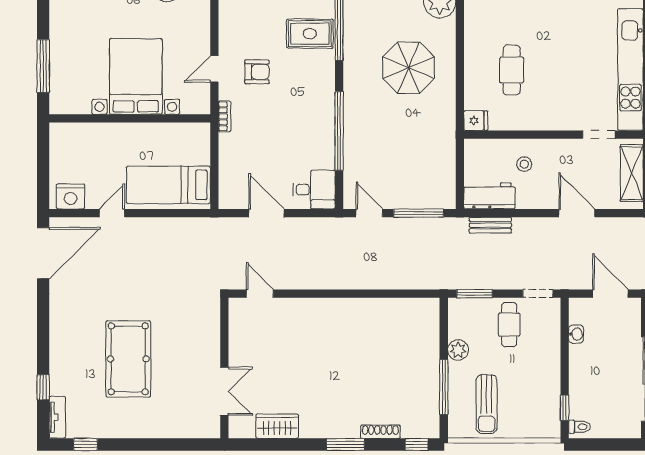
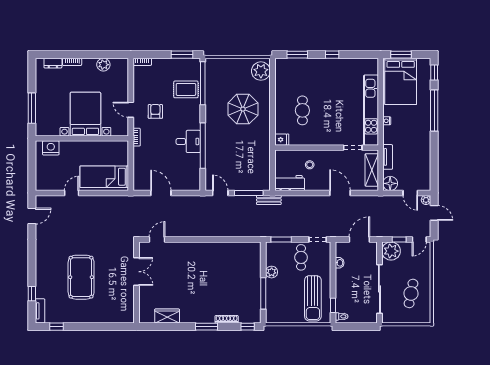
door: (214, 69) -> (131, 110), hinge flipped
armchair: (257, 72) -> (155, 111), turned -90
desk: (314, 190) -> (188, 141), moved
nightstand: (71, 196) -> (51, 148), moved, turned 180
bench: (490, 225) -> (269, 200), moved
door: (43, 253) -> (32, 216), width x0.53
door: (260, 294) -> (157, 239), hinge flipped
door: (610, 294) -> (359, 239), hinge flipped
double door: (224, 391) -> (137, 272), moved
sun lounger: (487, 404) -> (313, 298), moved, width x1.36, depth x1.34

